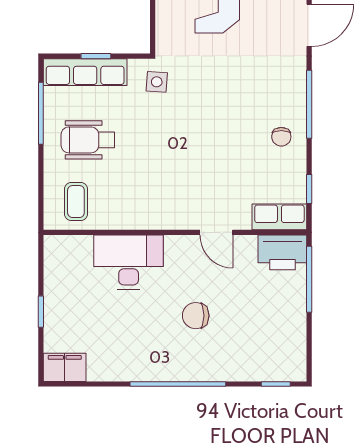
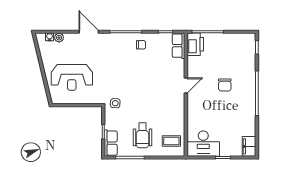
row of seats: (85, 72) -> (111, 143), width x0.68
door: (216, 232) -> (186, 86), moved
desk: (129, 262) -> (203, 144), moved, turned -90

